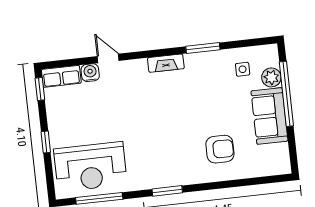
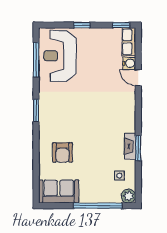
door: (108, 58) -> (138, 78), swing flipped
fireplace: (166, 63) -> (130, 146), moved
plant: (271, 77) -> (128, 196), moved
sofa: (270, 116) -> (59, 192), moved

